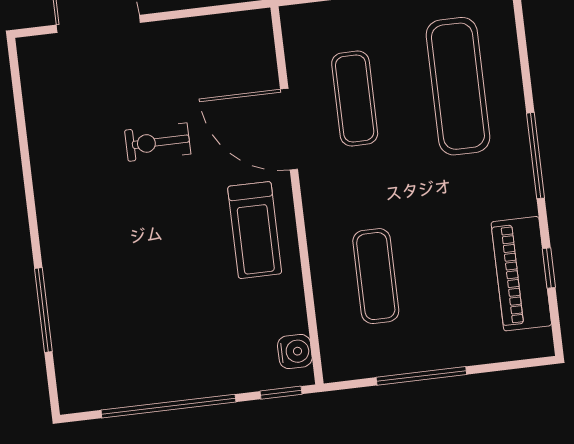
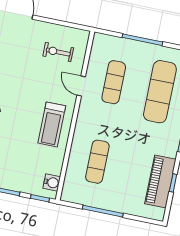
door: (289, 129) -> (81, 86), width x0.53
exercise bike: (158, 142) -> (58, 52), moved

